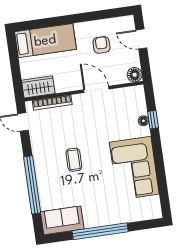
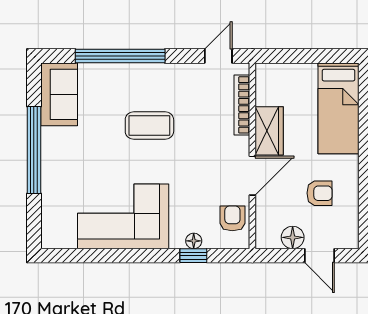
door: (141, 39) -> (320, 256), swing flipped
floor lamp: (135, 75) -> (293, 237), moved
wardrobe: (38, 87) -> (269, 131), moved
armchair: (126, 98) -> (232, 218), added
coffee table: (74, 160) -> (149, 126), width x1.36, depth x1.30

